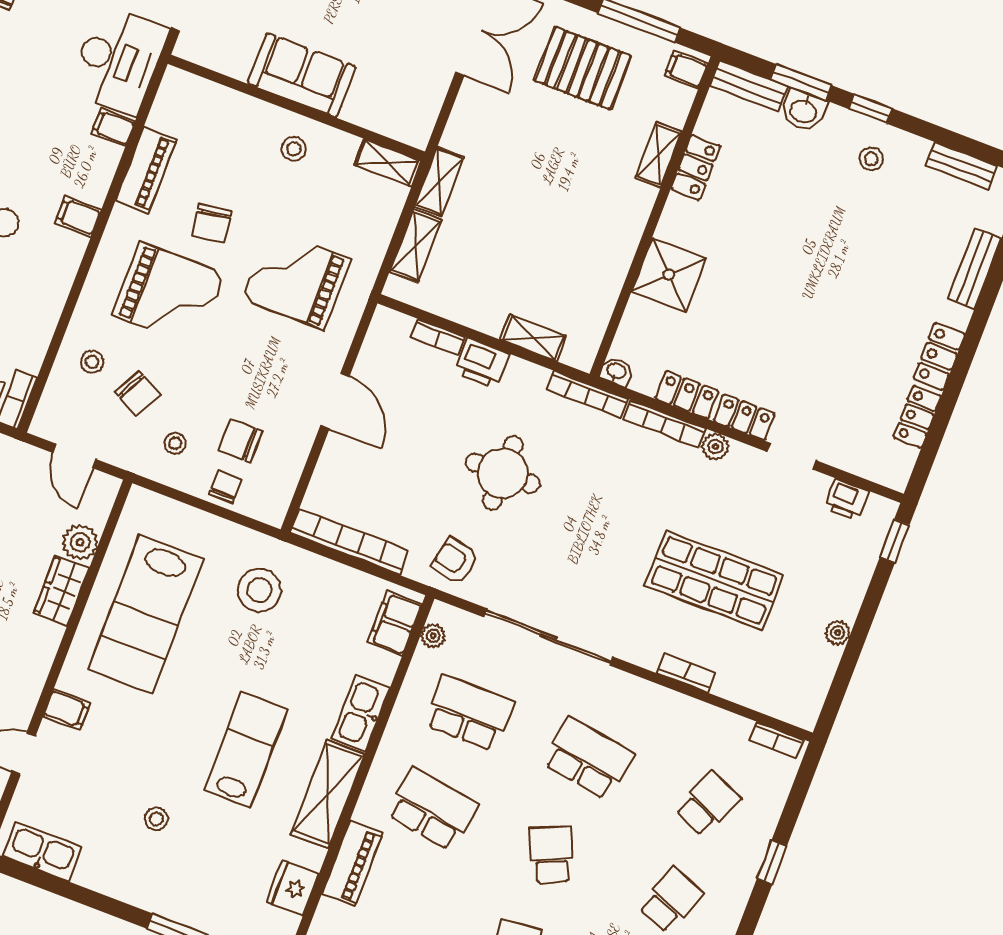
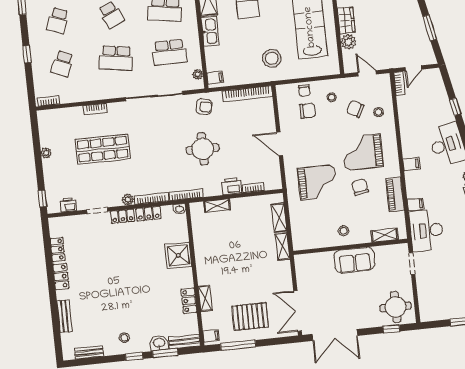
shelving: (388, 163) -> (384, 235), moved
filing cabinet: (395, 623) -> (215, 78), width x0.50

